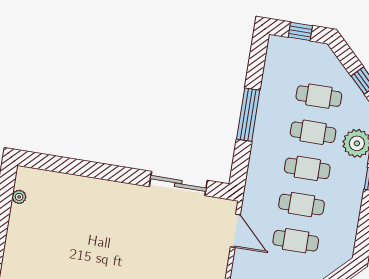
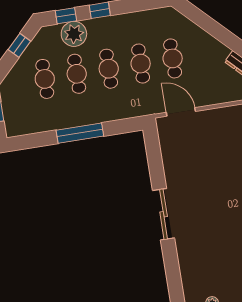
sliding door: (178, 183) -> (164, 214), moved
door: (235, 231) -> (181, 112), hinge flipped

